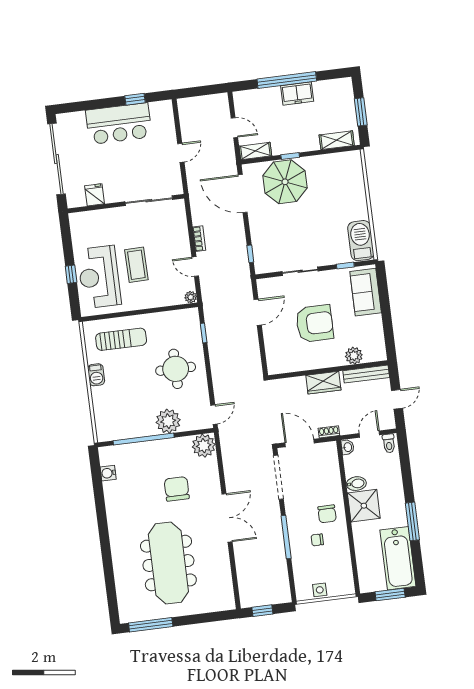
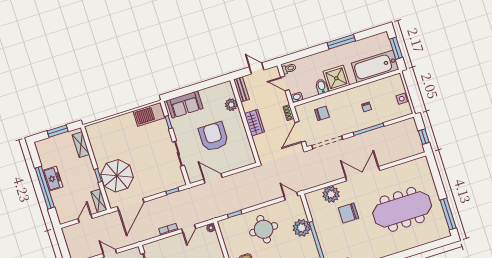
bench: (366, 374) -> (241, 89), width x0.73
plant: (204, 446) -> (331, 194), moved
chair: (327, 514) -> (322, 113), moved
bathtub: (398, 558) -> (375, 66), moved, turned 180

